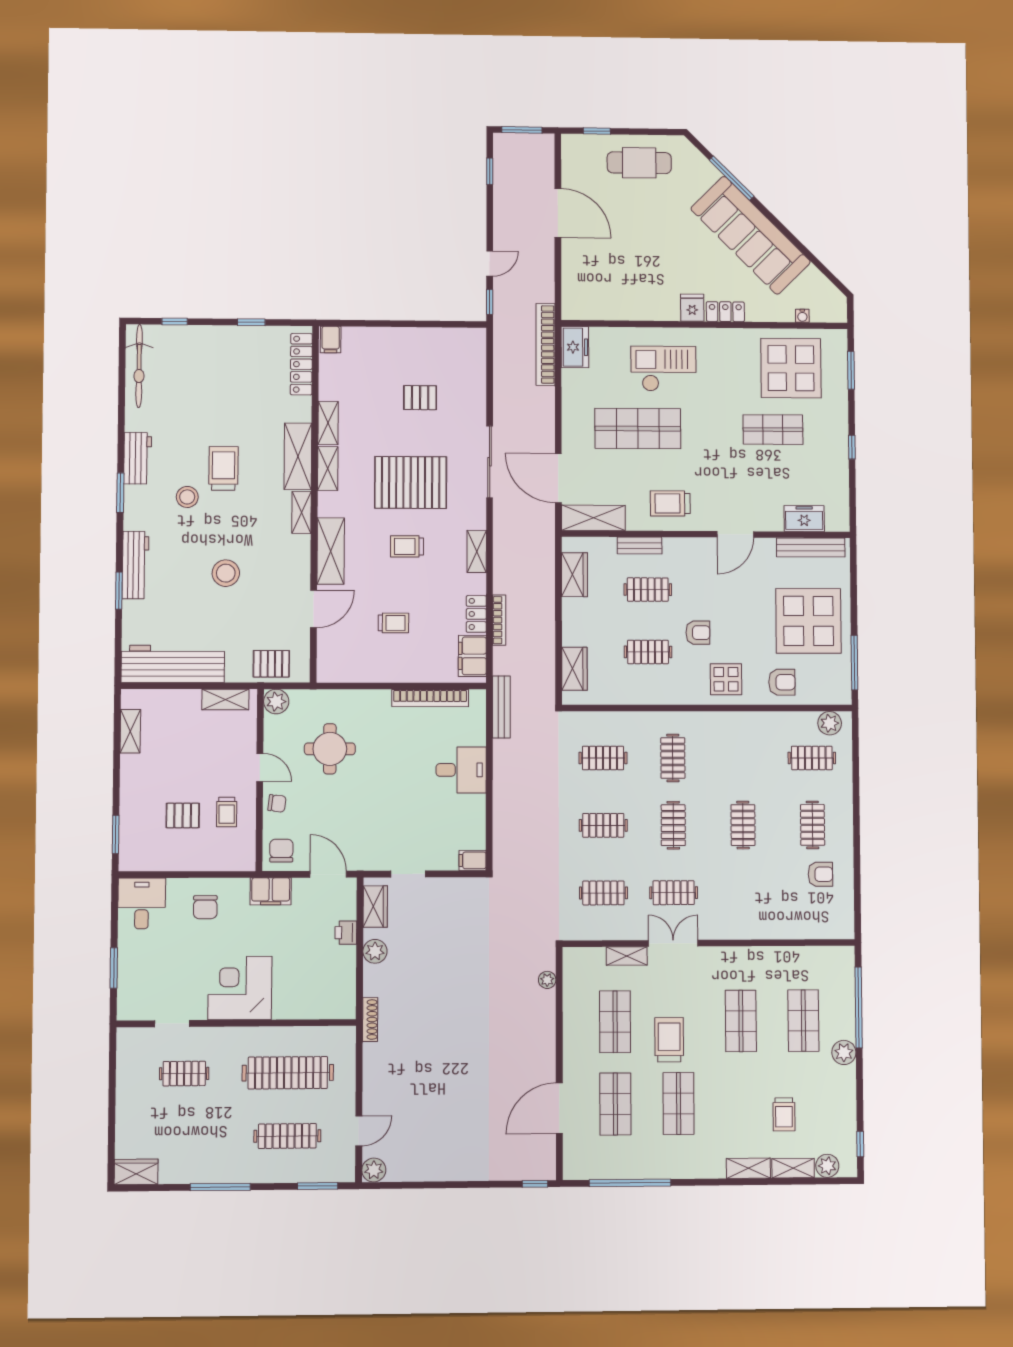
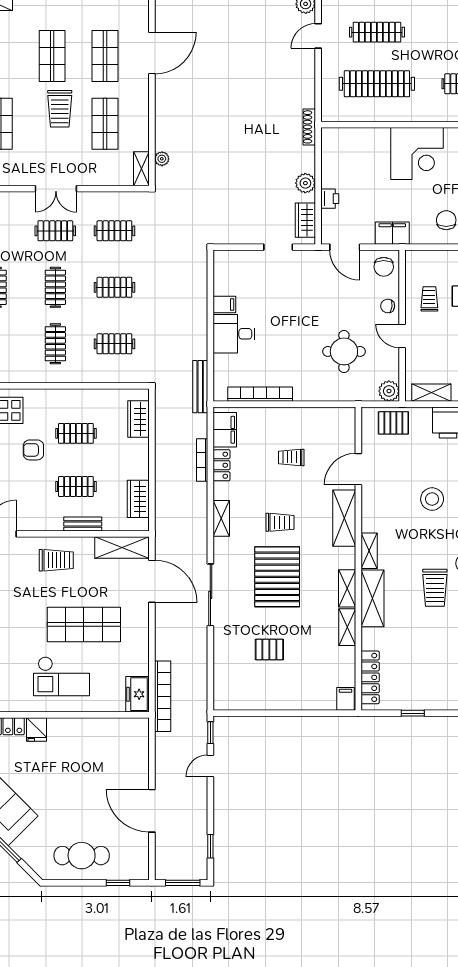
pallet: (411, 482) -> (277, 577), turned 90
filing cabinet: (473, 860) -> (224, 305), moved
shelving: (627, 956) -> (141, 169), moved, turned 90

